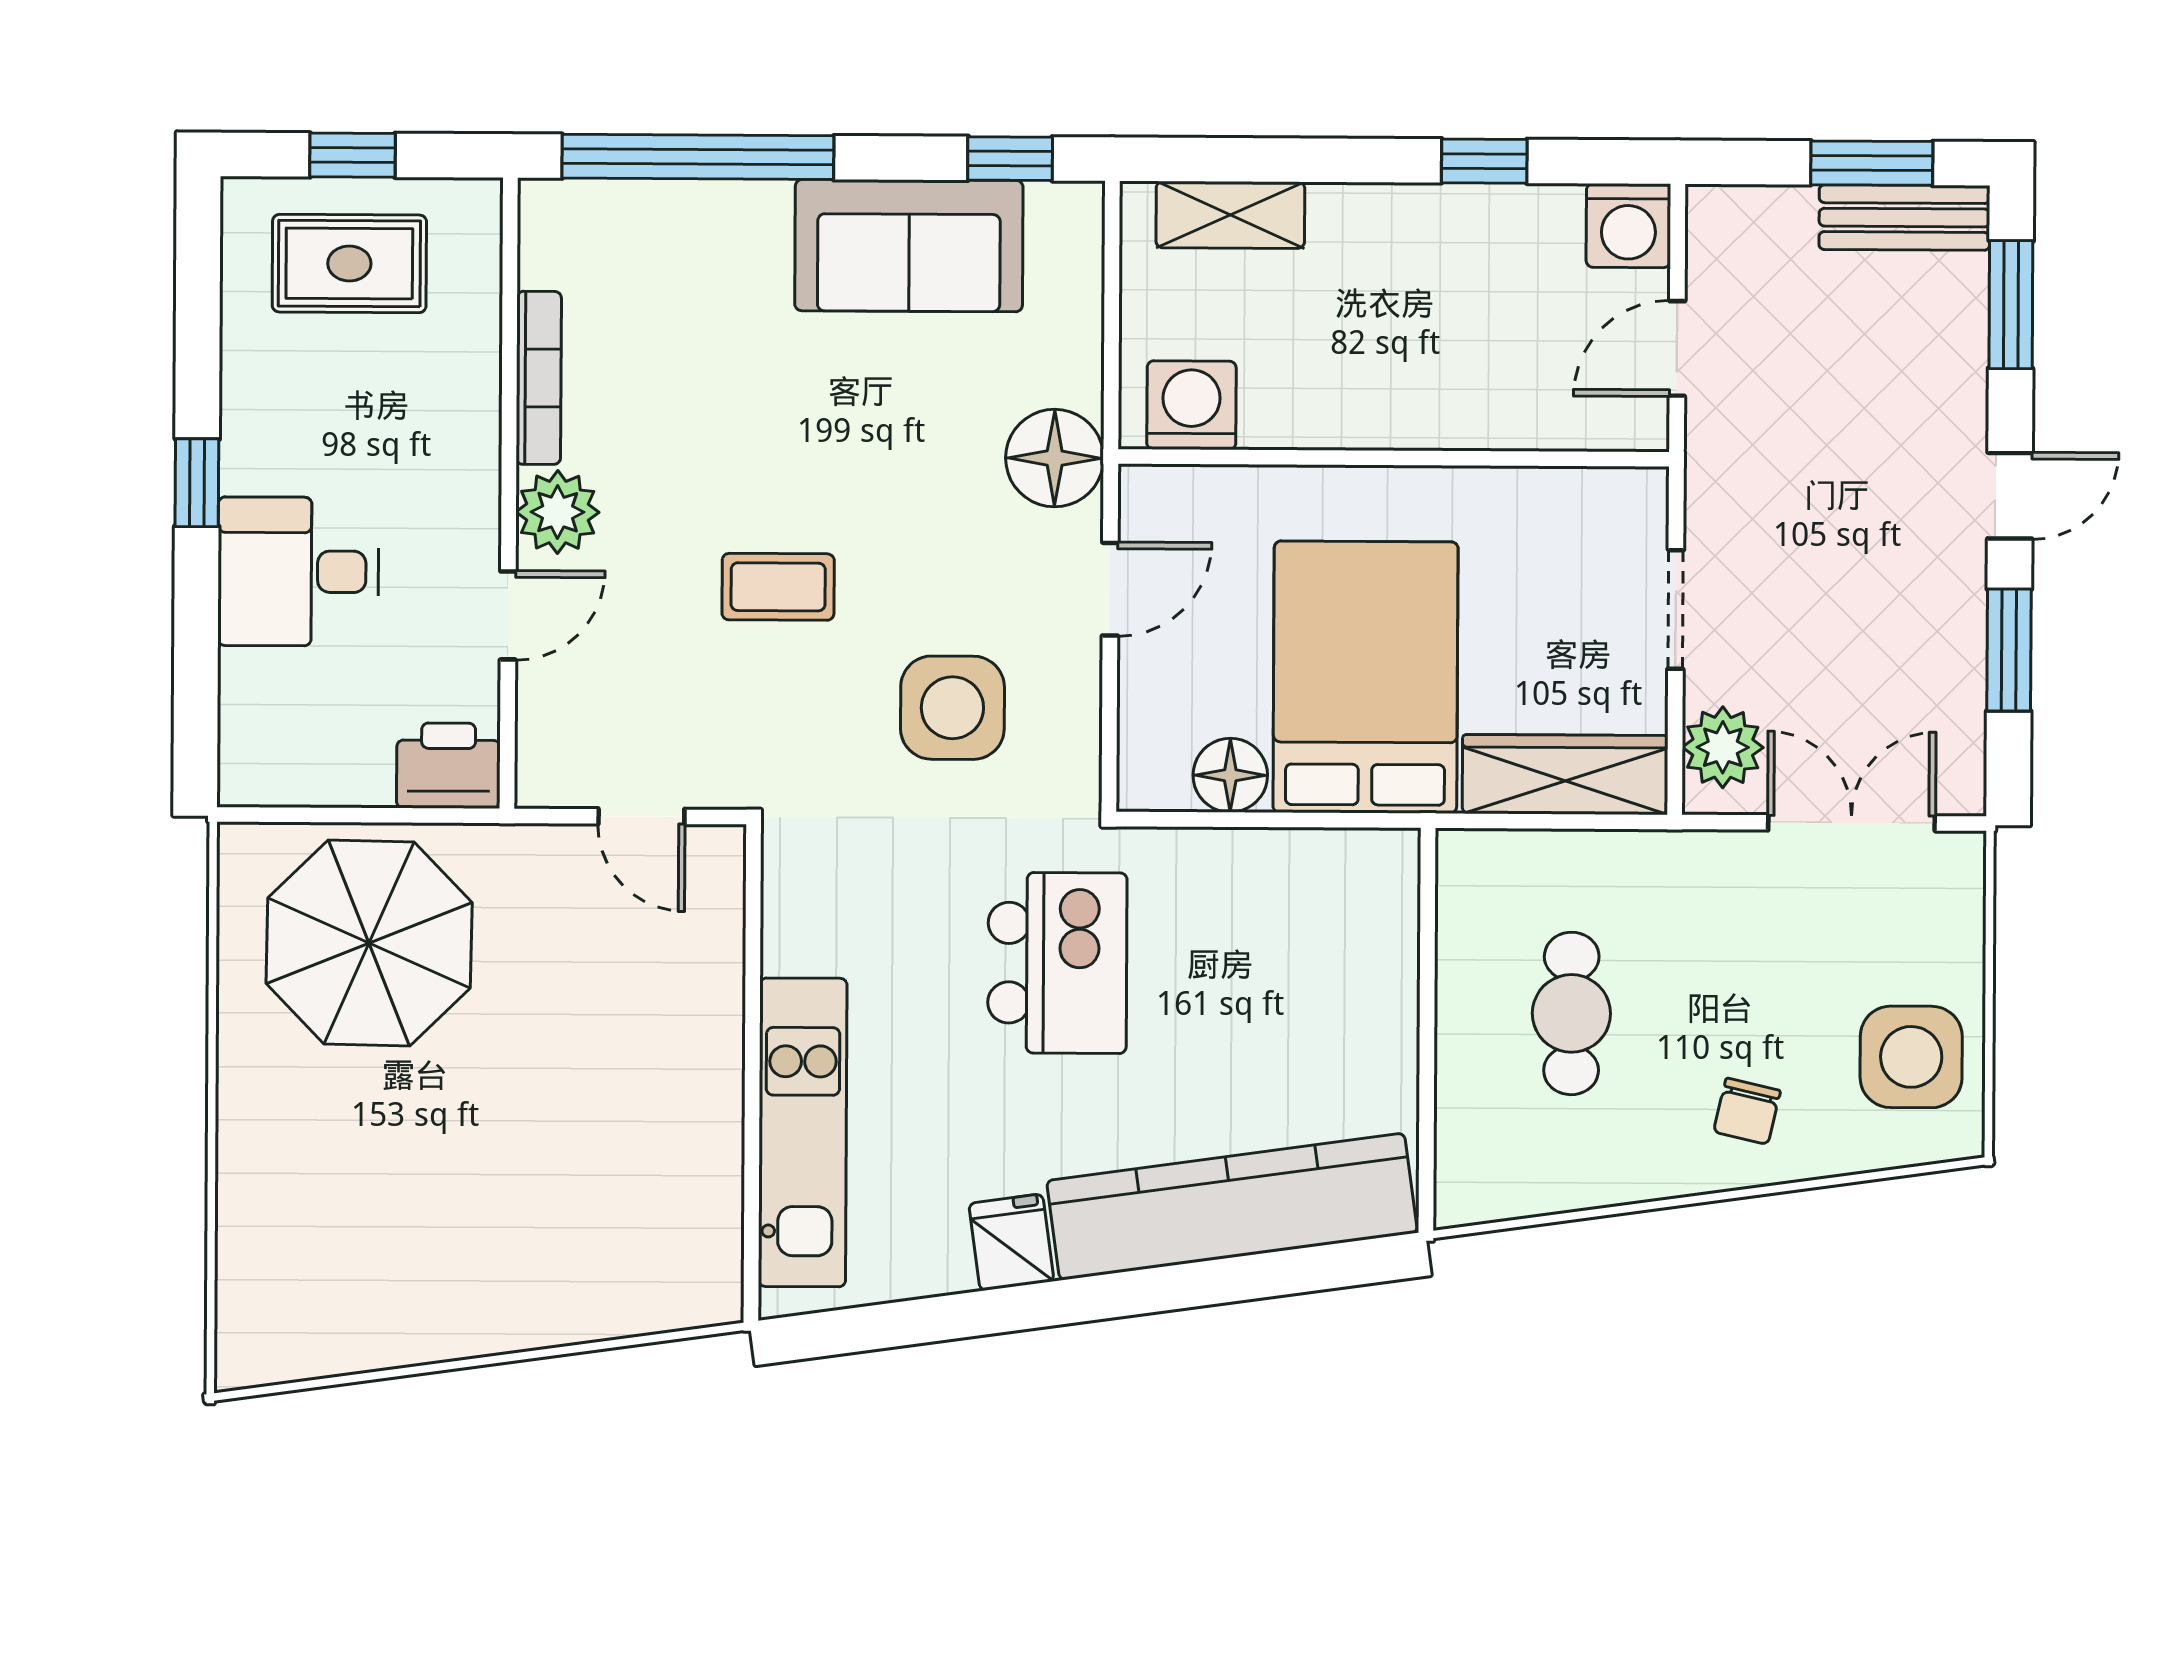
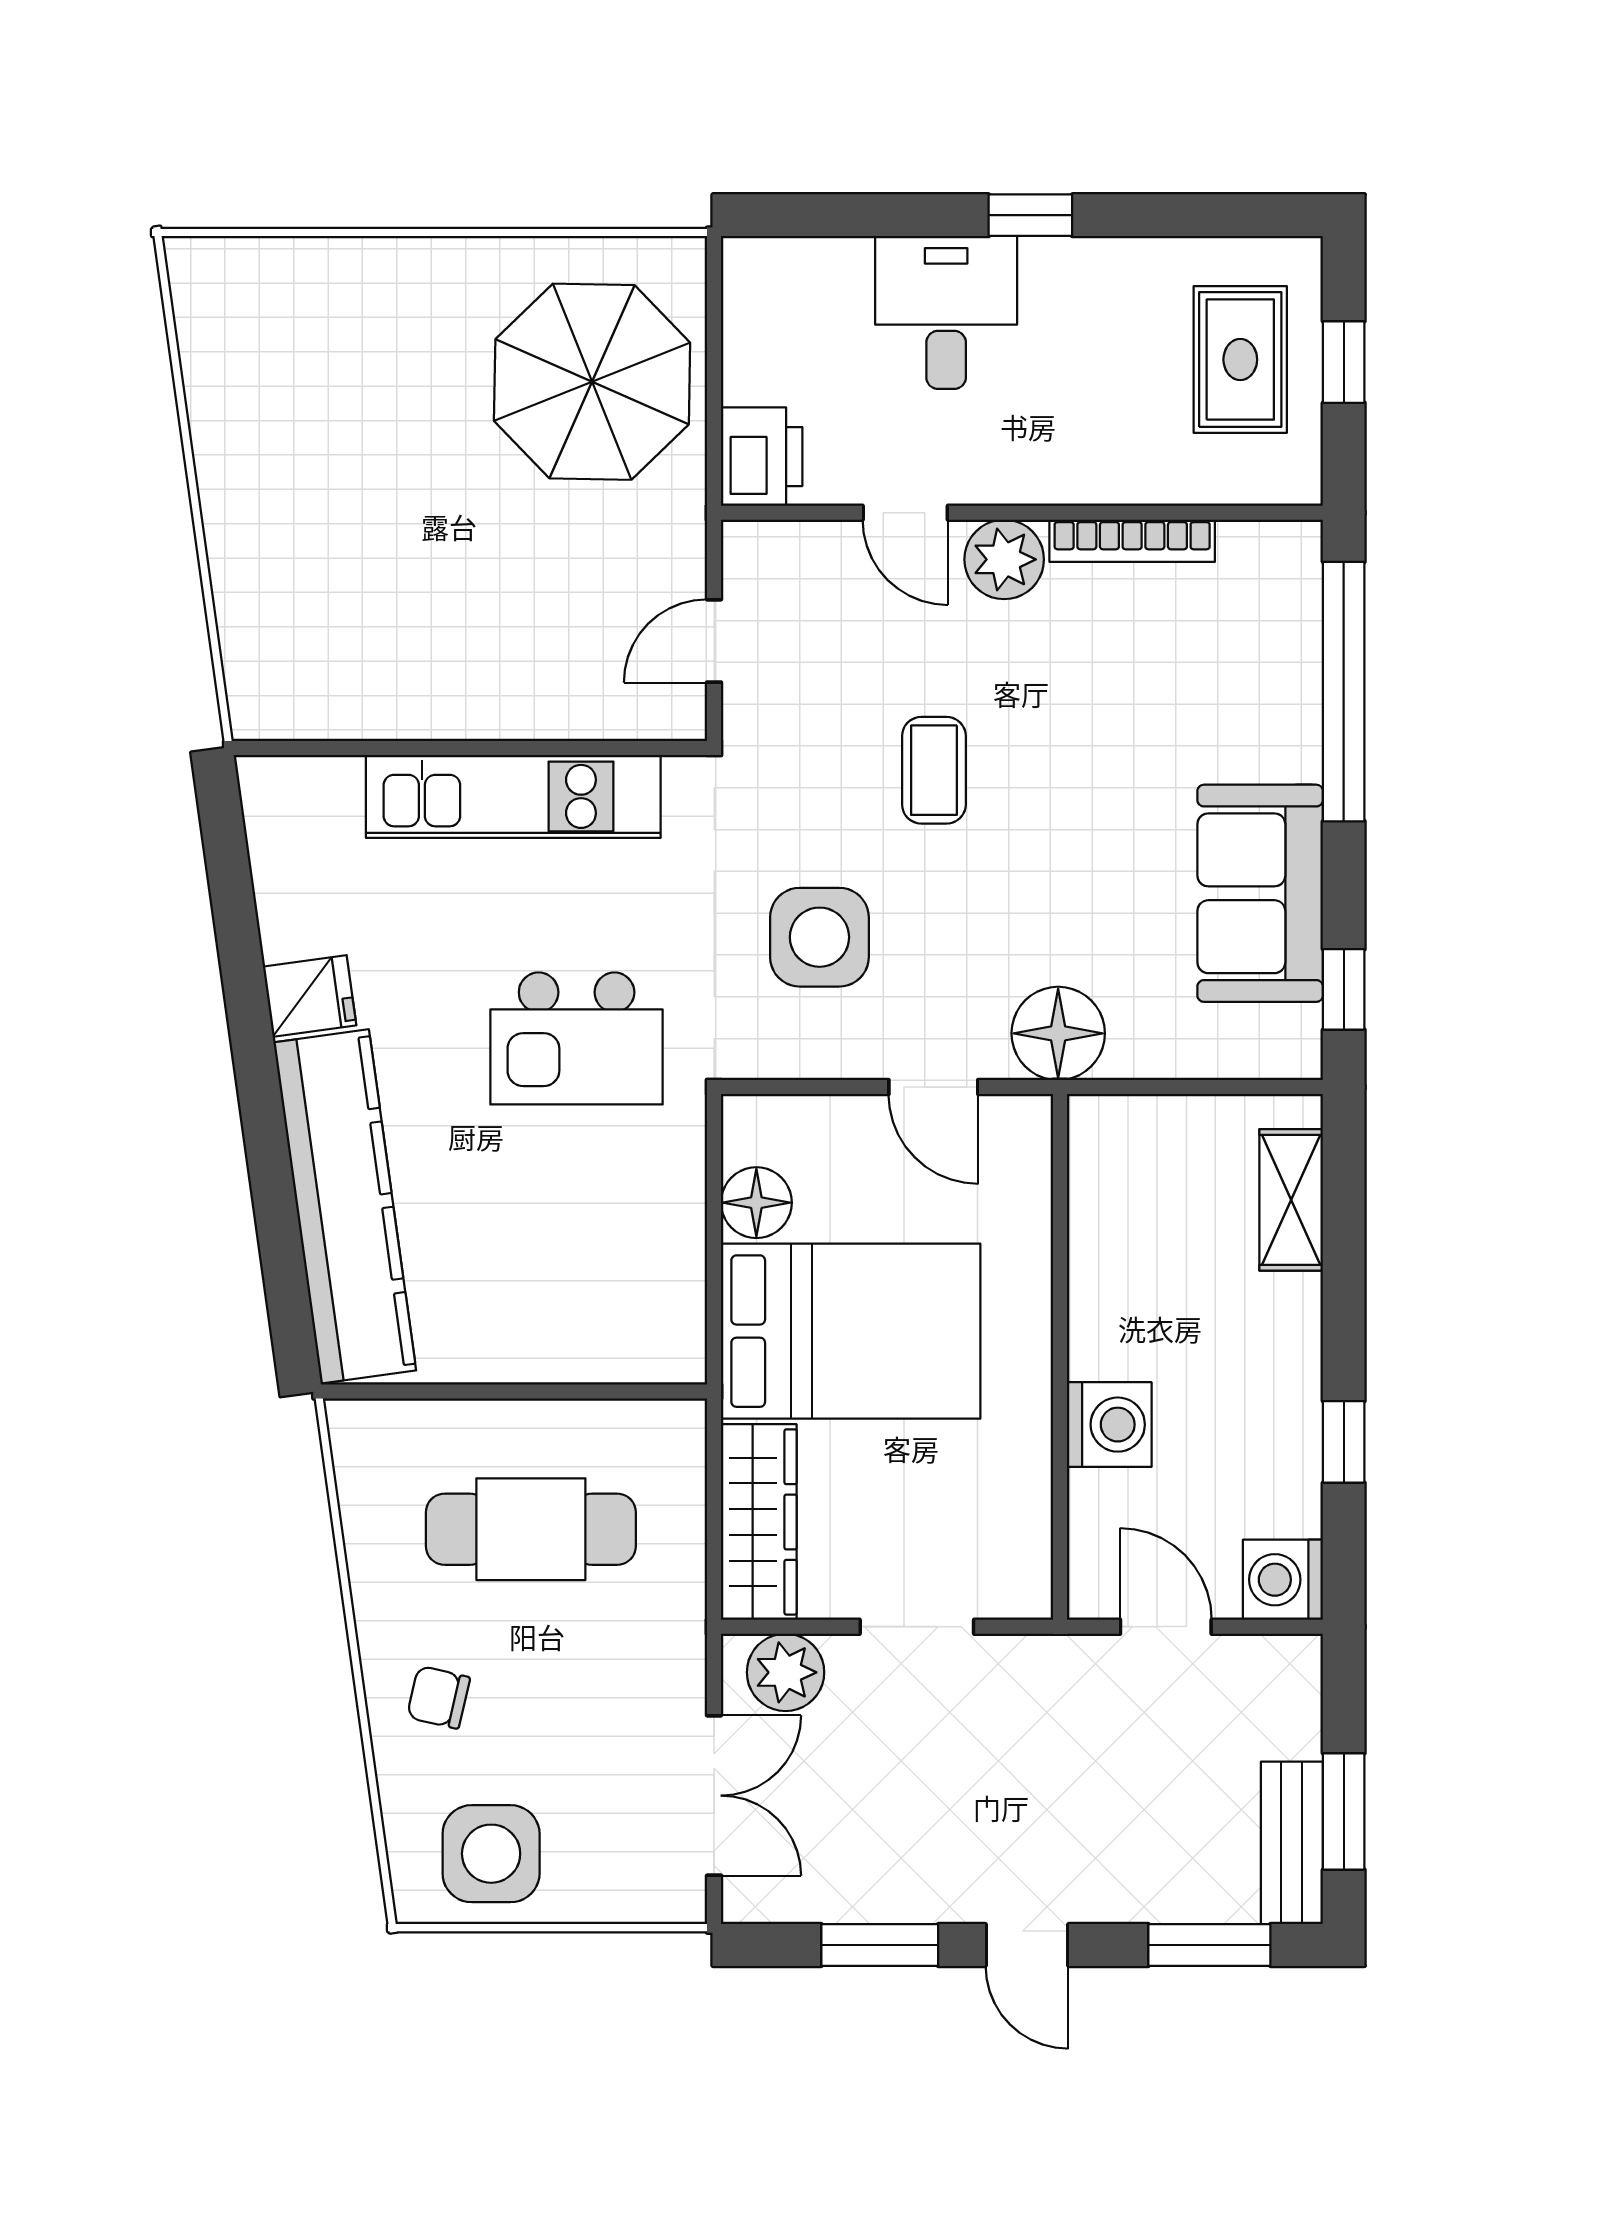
washing machine: (1191, 405) -> (1109, 1425), moved
cafe table: (1571, 1013) -> (531, 1529), width x1.37, depth x1.35
kitchen unit: (803, 1132) -> (513, 796), moved

